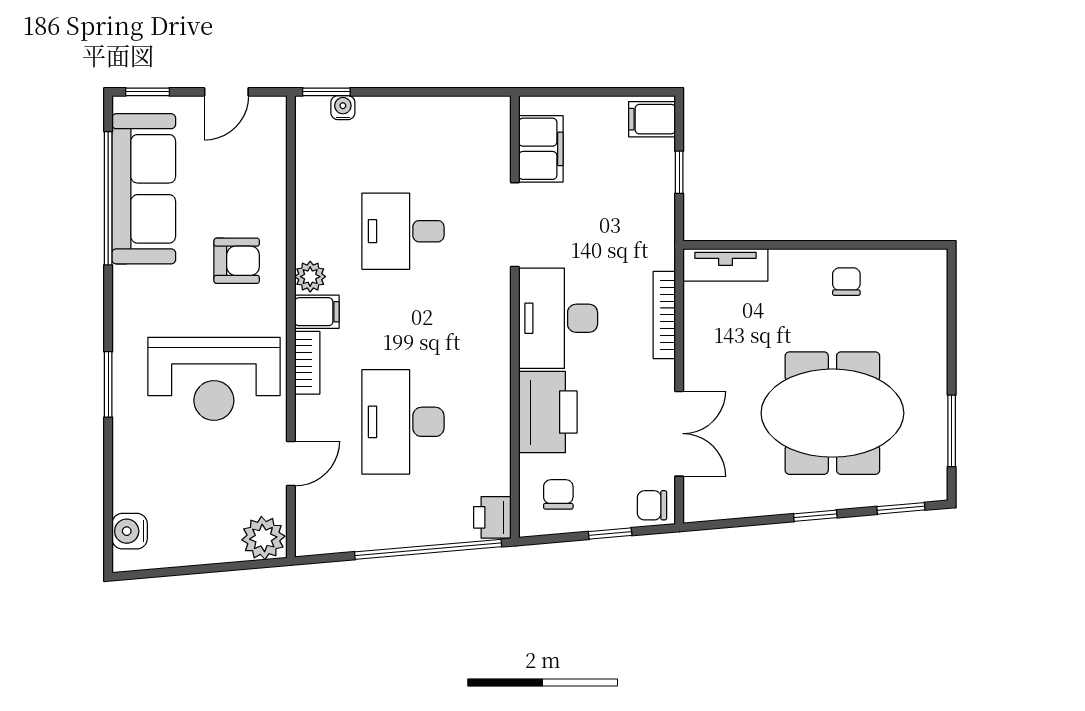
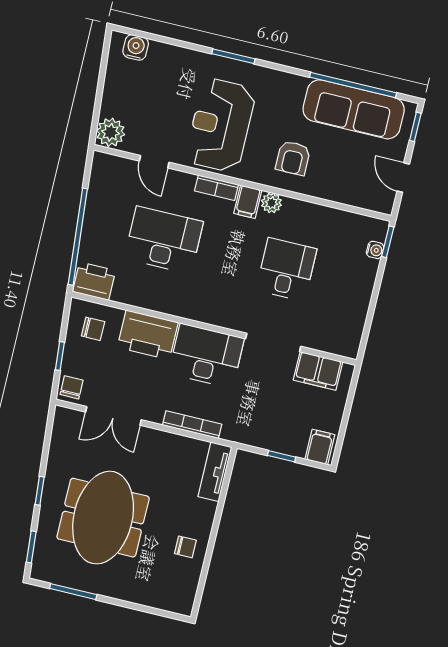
printer: (492, 517) -> (94, 281), width x1.36, depth x1.24

